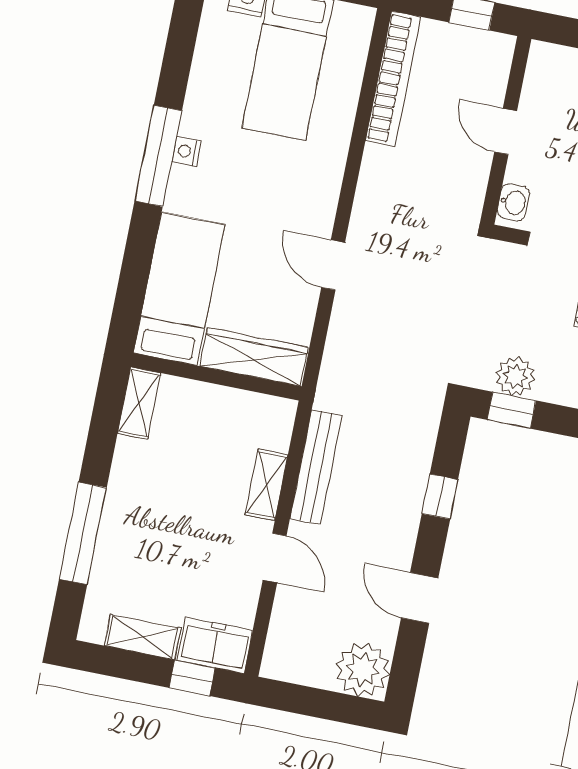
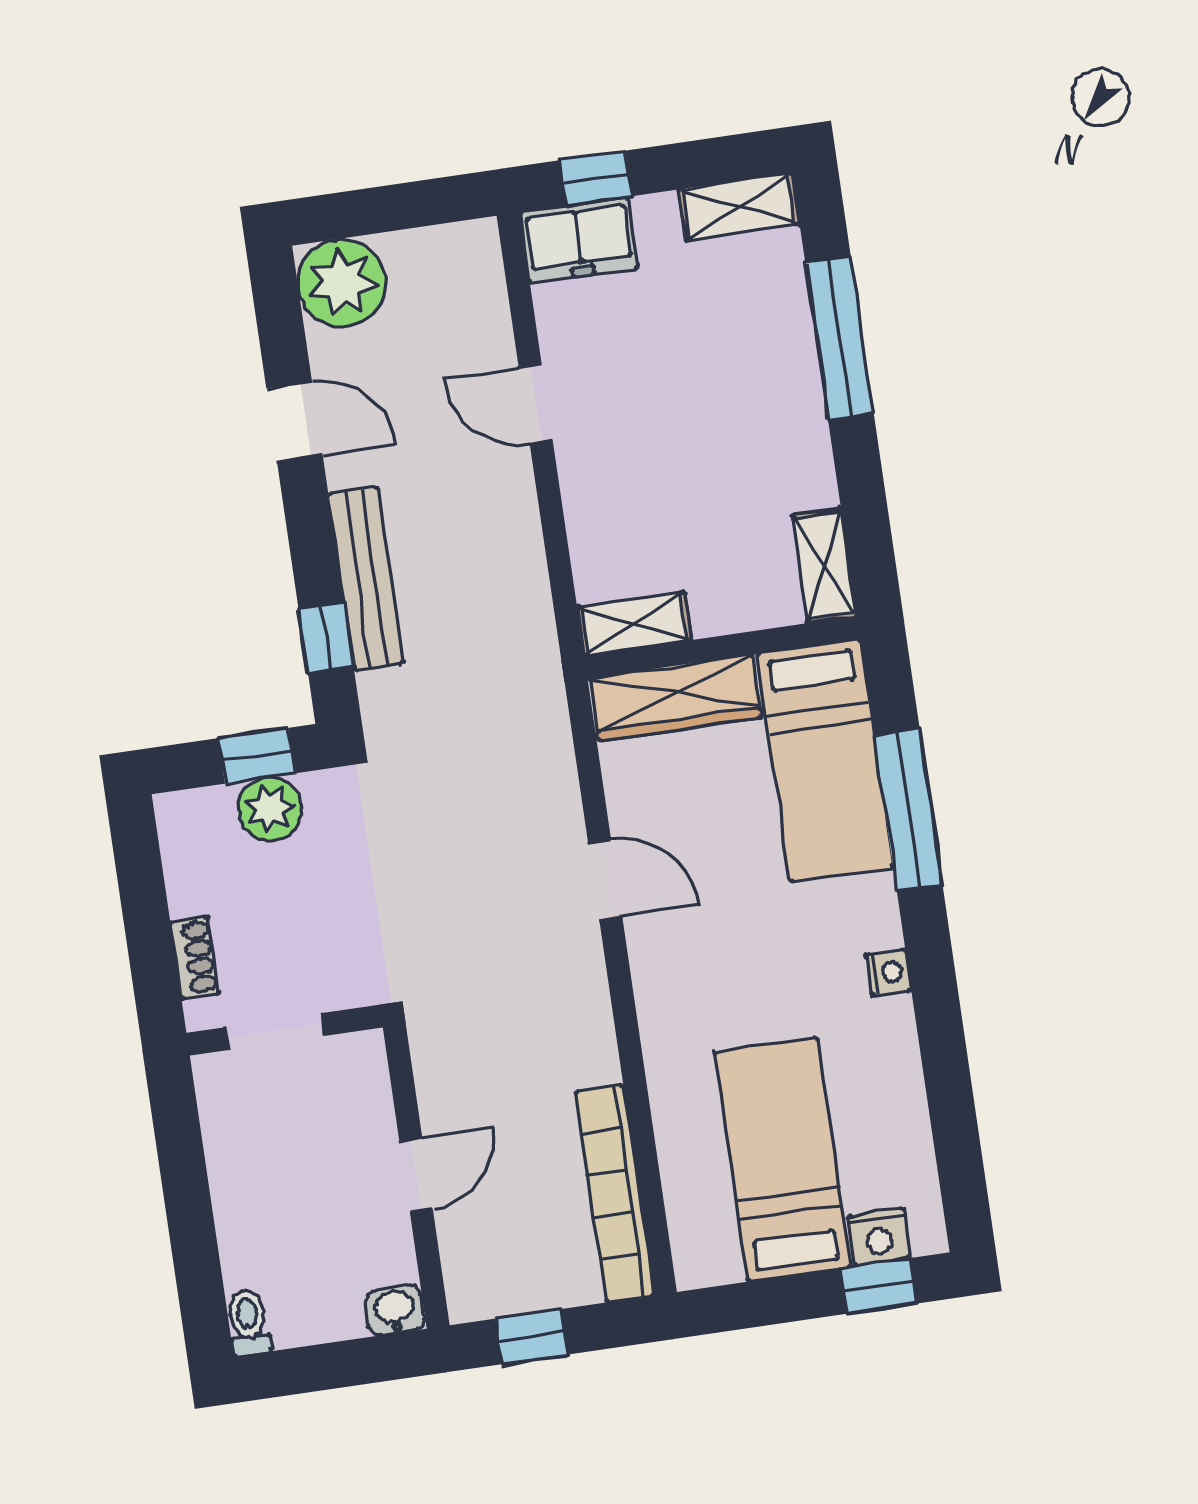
door: (506, 131) -> (416, 1175), hinge flipped
window: (158, 156) -> (908, 810), moved
washbasin: (513, 202) -> (395, 1310), moved, turned 90
bench: (316, 467) -> (366, 578), moved
shelving: (267, 485) -> (634, 624), moved, turned 90
window: (440, 497) -> (326, 638), moved
shelving: (143, 637) -> (739, 207), moved

